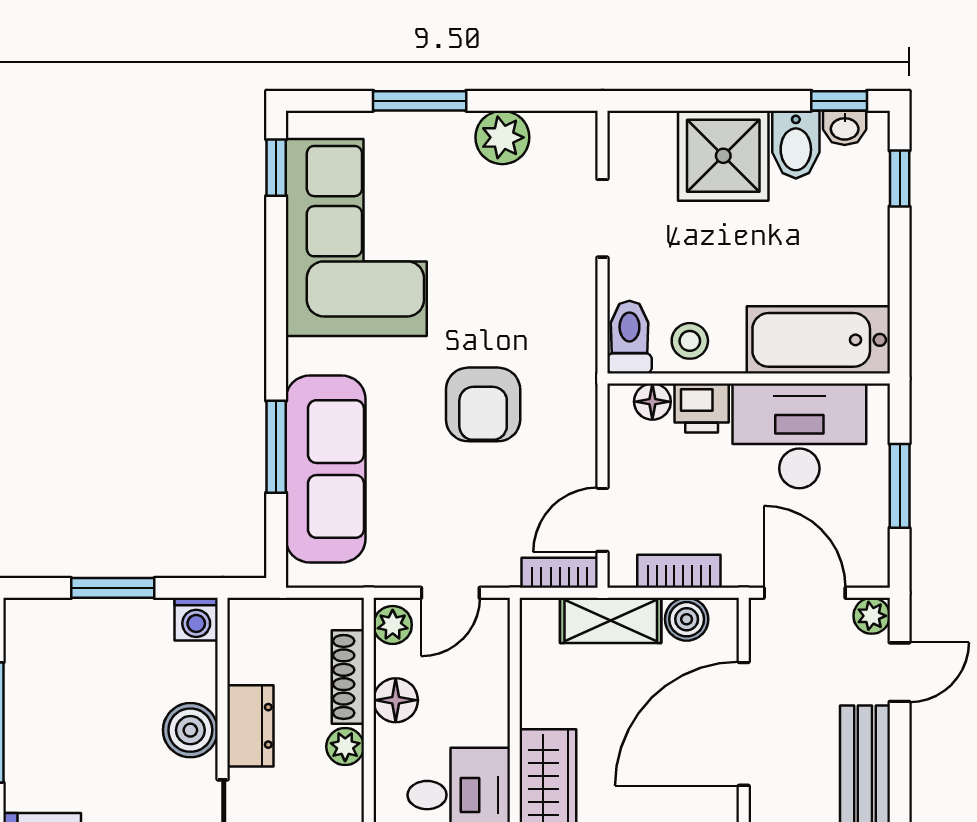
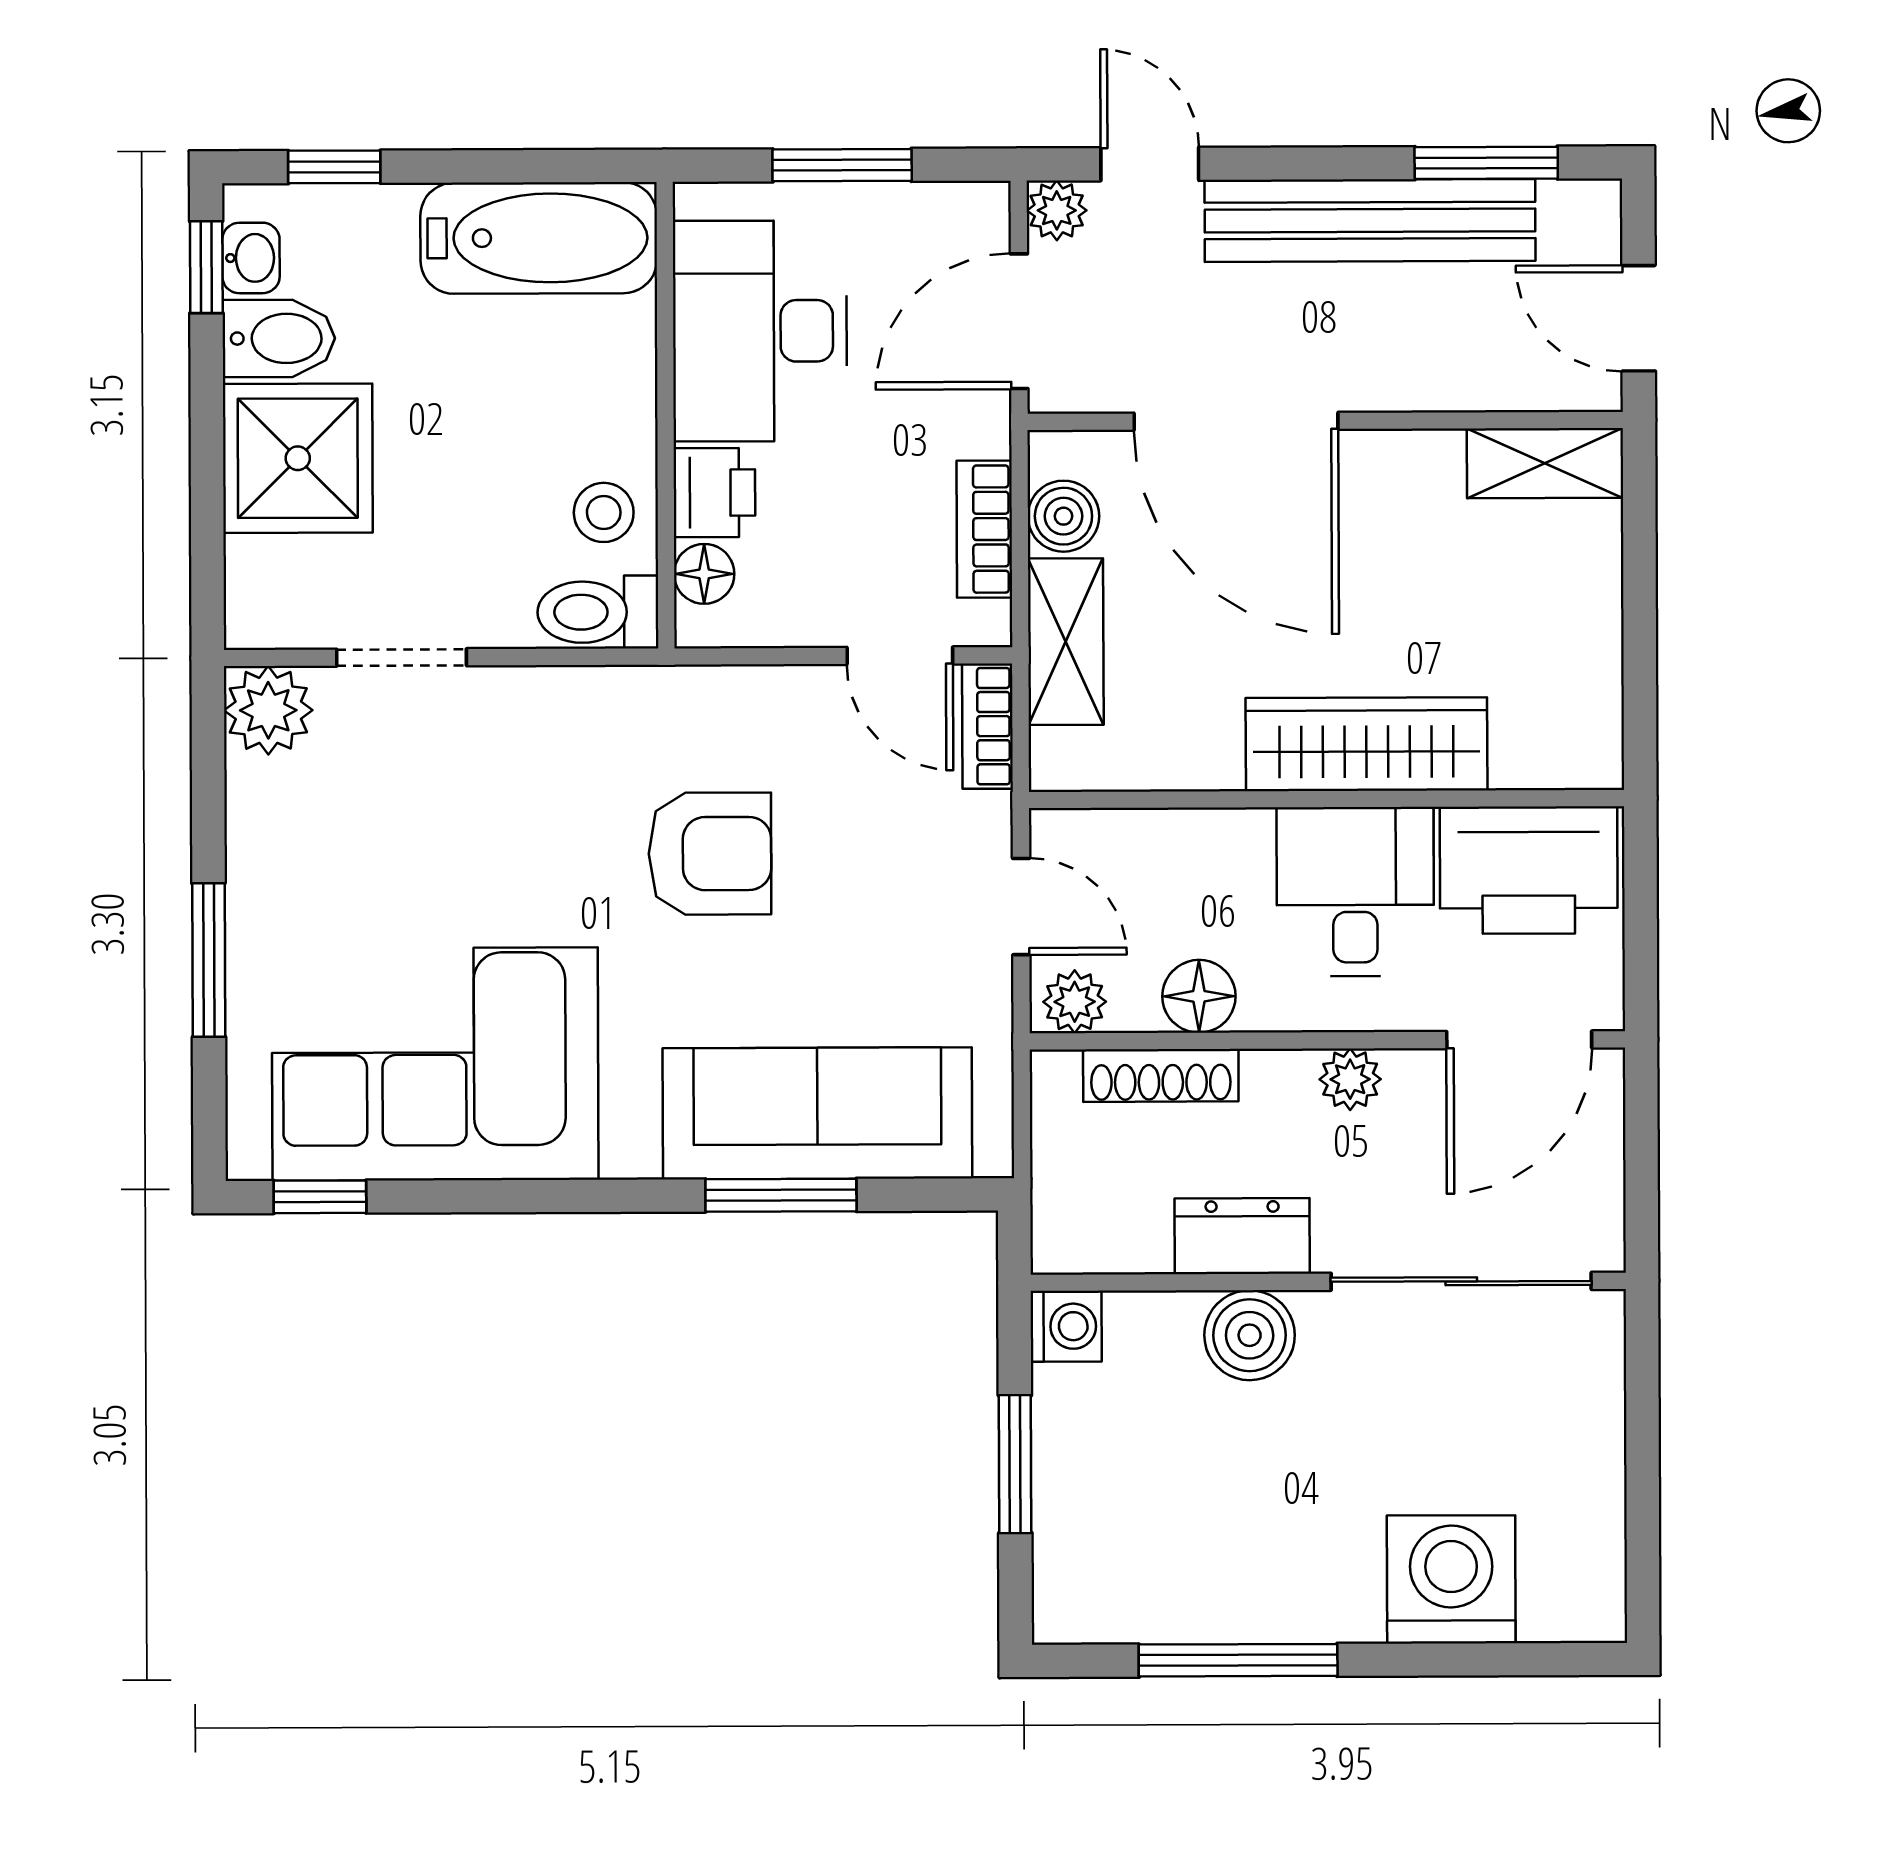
plant: (502, 137) -> (268, 710), moved
bathtub: (818, 340) -> (539, 238), moved, turned -90
plant: (345, 746) -> (1350, 1079), moved

